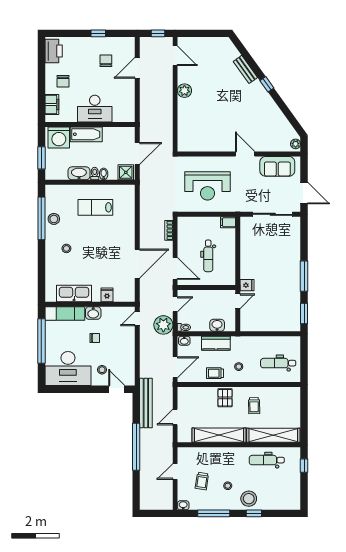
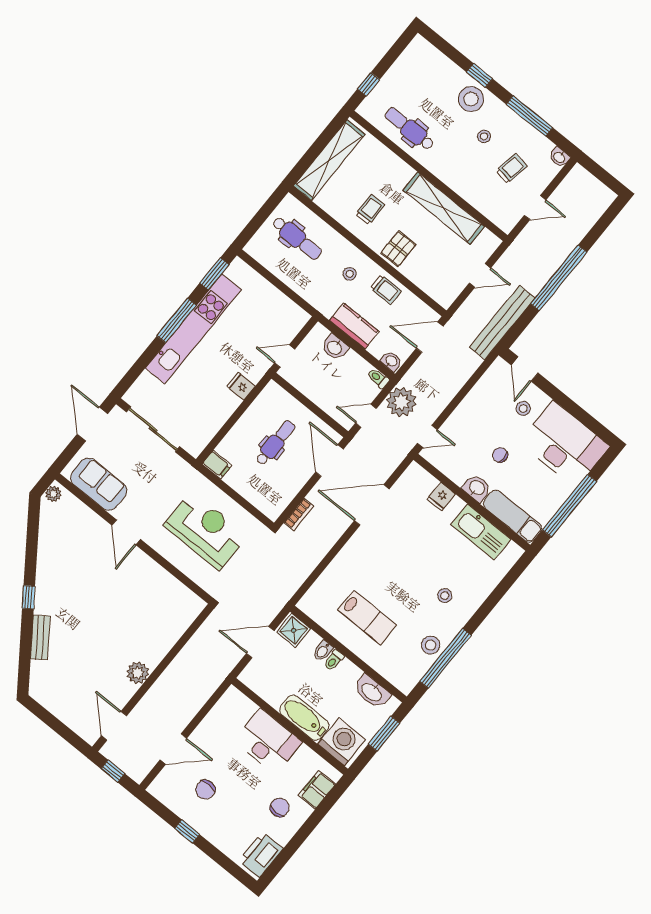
washbasin: (79, 173) -> (372, 692), moved
kitchen unit: (293, 279) -> (193, 329), added
fridge: (247, 285) -> (241, 386), moved
shelving: (273, 435) -> (329, 160), moved, turned 90
dental chair: (267, 460) -> (409, 129), turned 180

